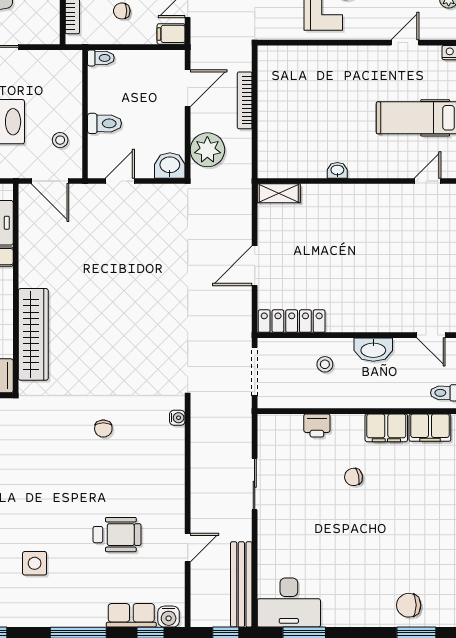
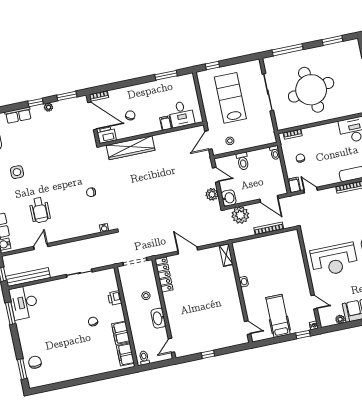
plant: (156, 196) -> (212, 194), added
door: (188, 548) -> (41, 247), swing flipped

